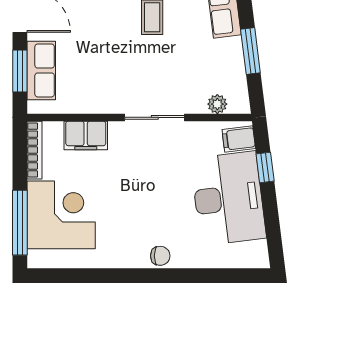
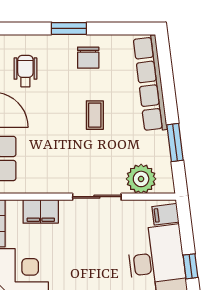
plant: (217, 104) -> (141, 179), width x1.87, depth x1.87
window: (265, 168) -> (191, 266), moved

